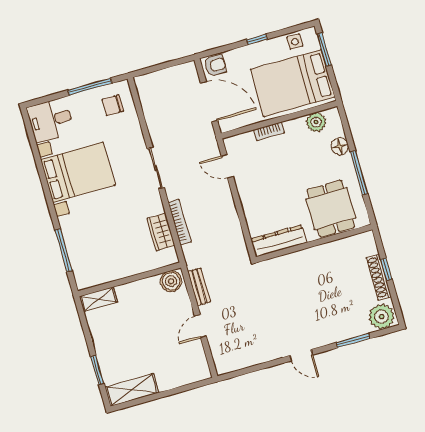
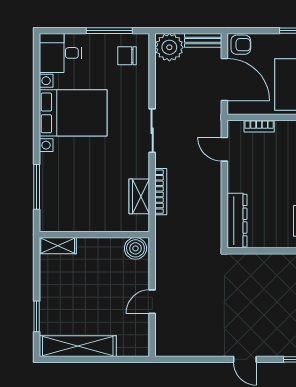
plant: (150, 86) -> (169, 47), added
bookcase: (269, 131) -> (259, 126), moved
dresser: (279, 241) -> (237, 221), moved, turned 90
bench: (199, 287) -> (203, 40), moved, turned 90
shelving: (132, 390) -> (78, 346), width x1.47

